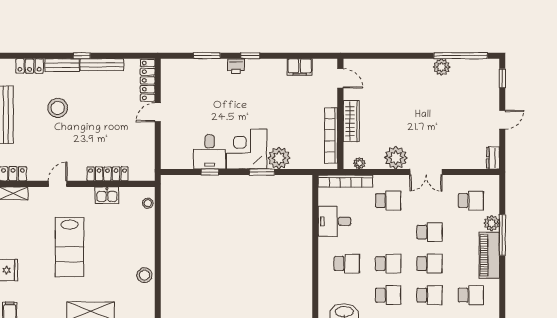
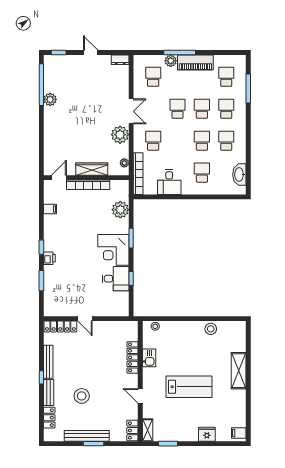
filing cabinet: (300, 67) -> (50, 209), width x0.50
bookcase: (331, 135) -> (88, 185), moved
plant: (279, 158) -> (120, 210), moved

